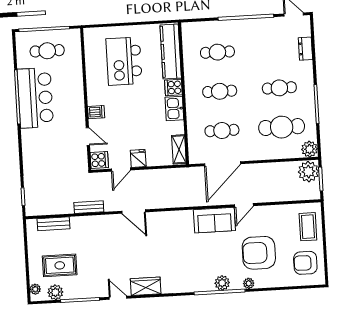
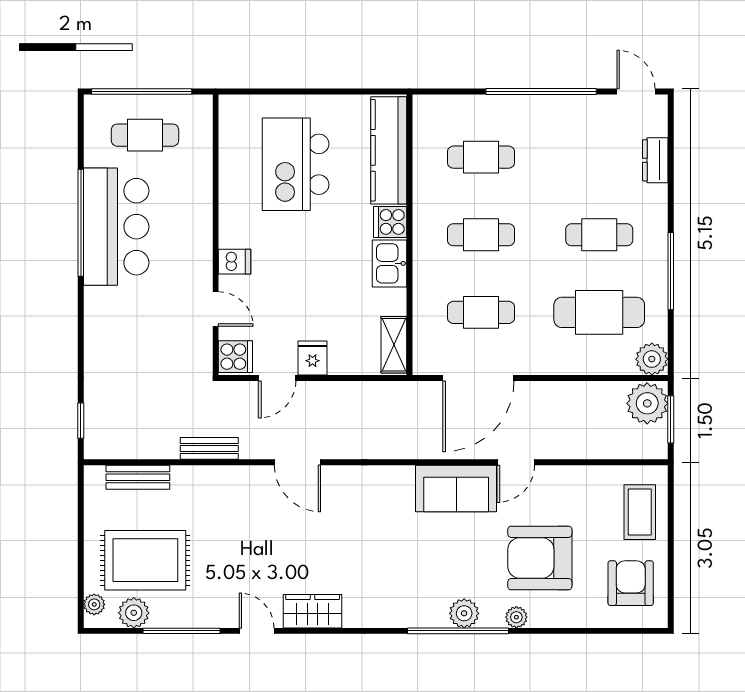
armchair: (305, 263) -> (631, 583), turned 90
rug: (60, 265) -> (145, 560), width x1.36, depth x1.43

